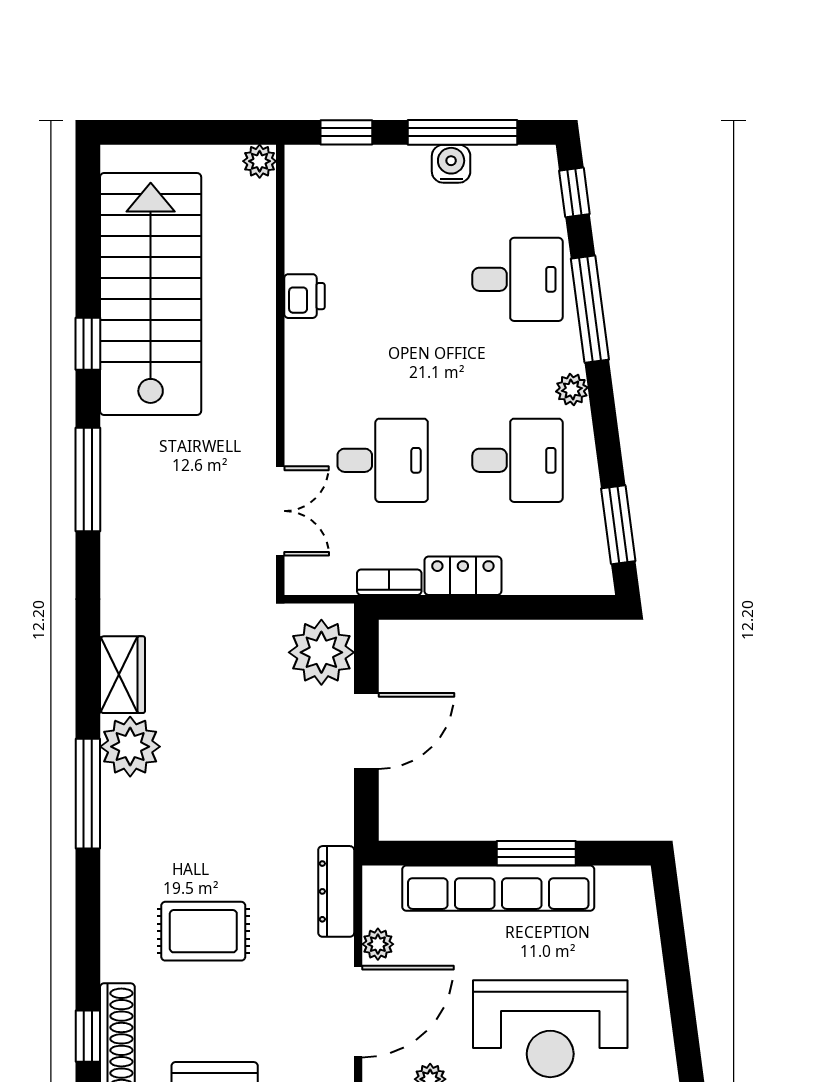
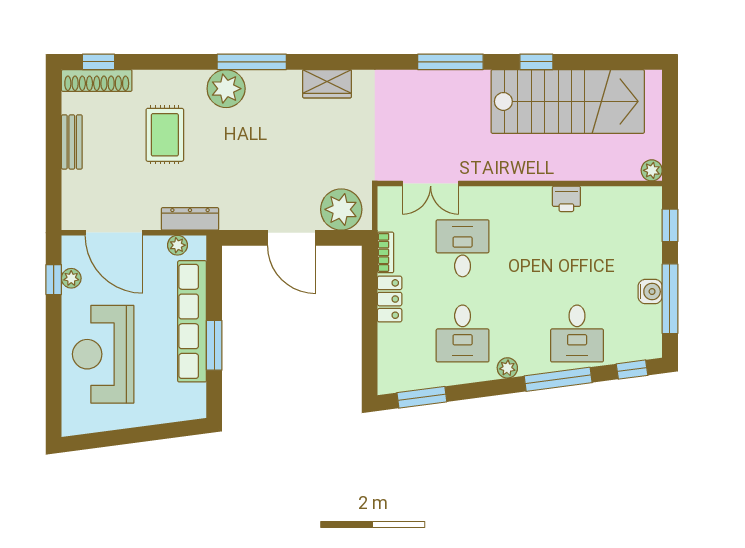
desk: (383, 460) -> (463, 248), turned 180
plant: (130, 747) -> (226, 89), moved
plant: (378, 944) -> (177, 245), moved

